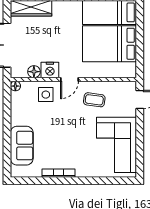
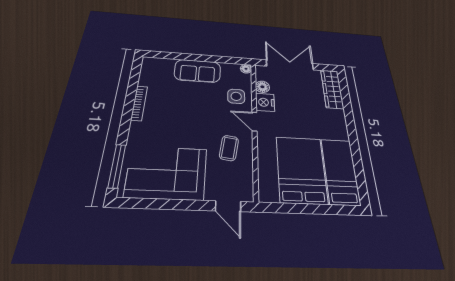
sofa: (22, 146) -> (198, 71), moved
window: (113, 181) -> (117, 166), added

